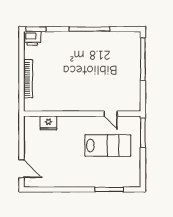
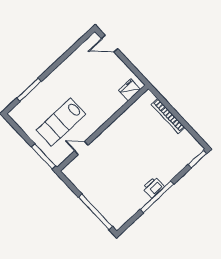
printer: (32, 38) -> (153, 187), moved
fridge: (48, 123) -> (129, 90), moved

